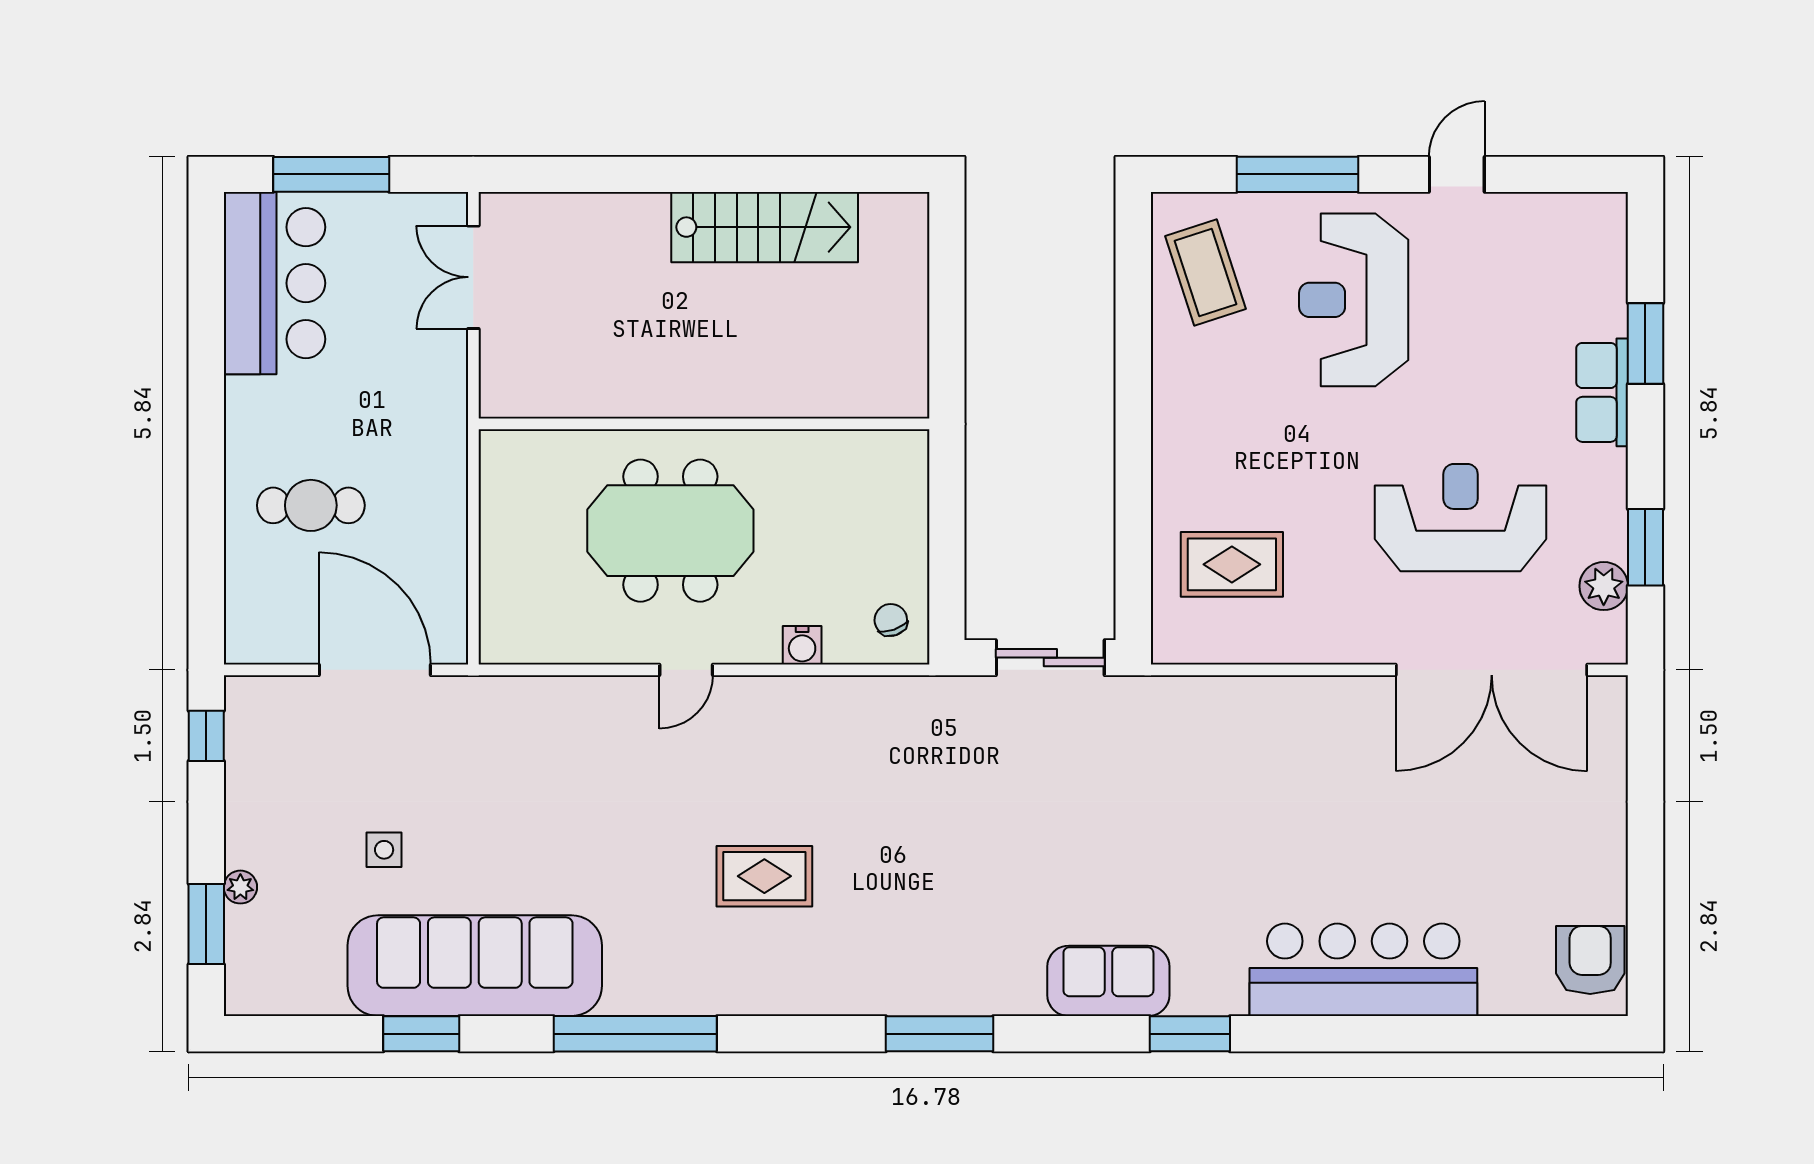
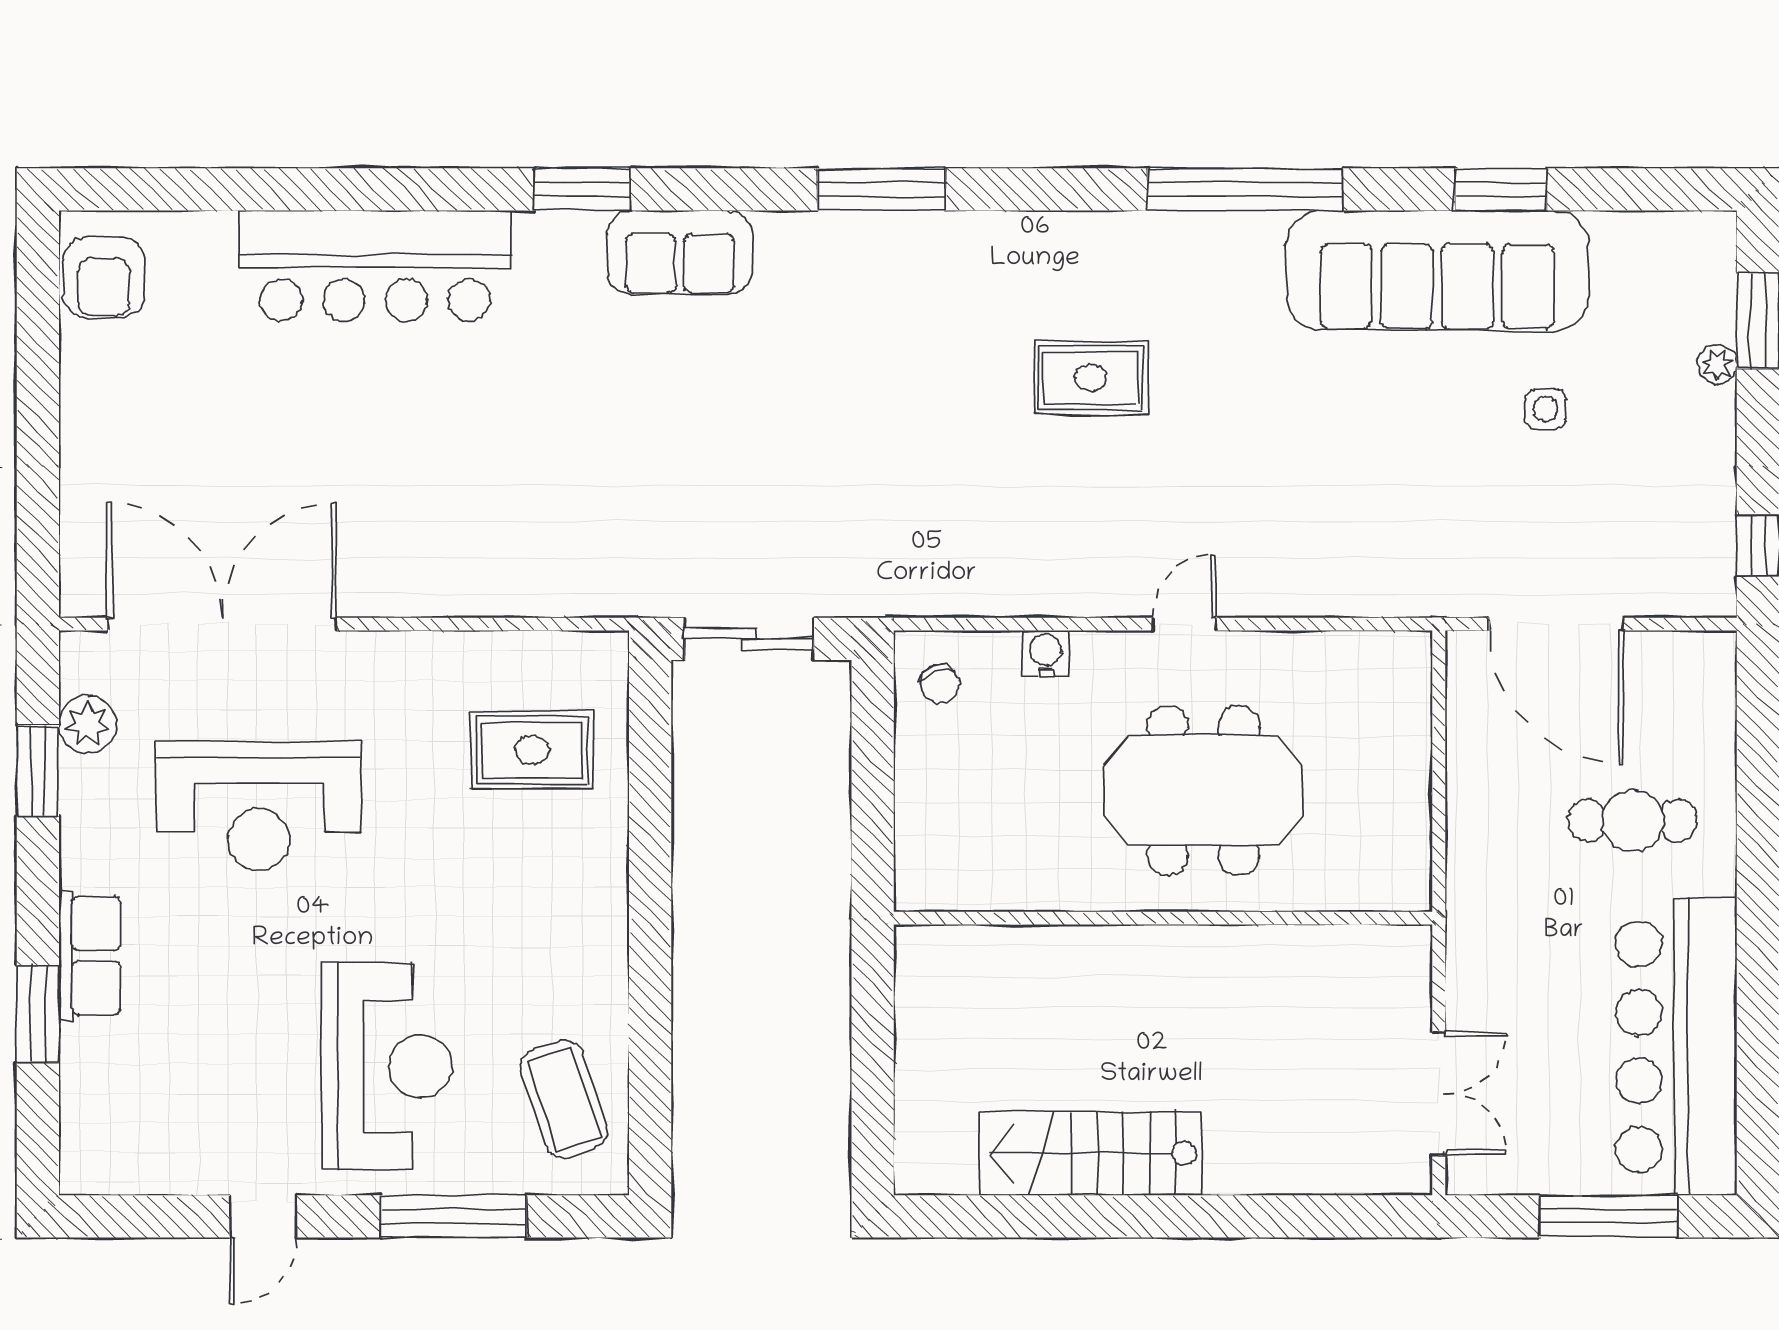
bar counter: (274, 283) -> (1676, 1047), width x1.36

